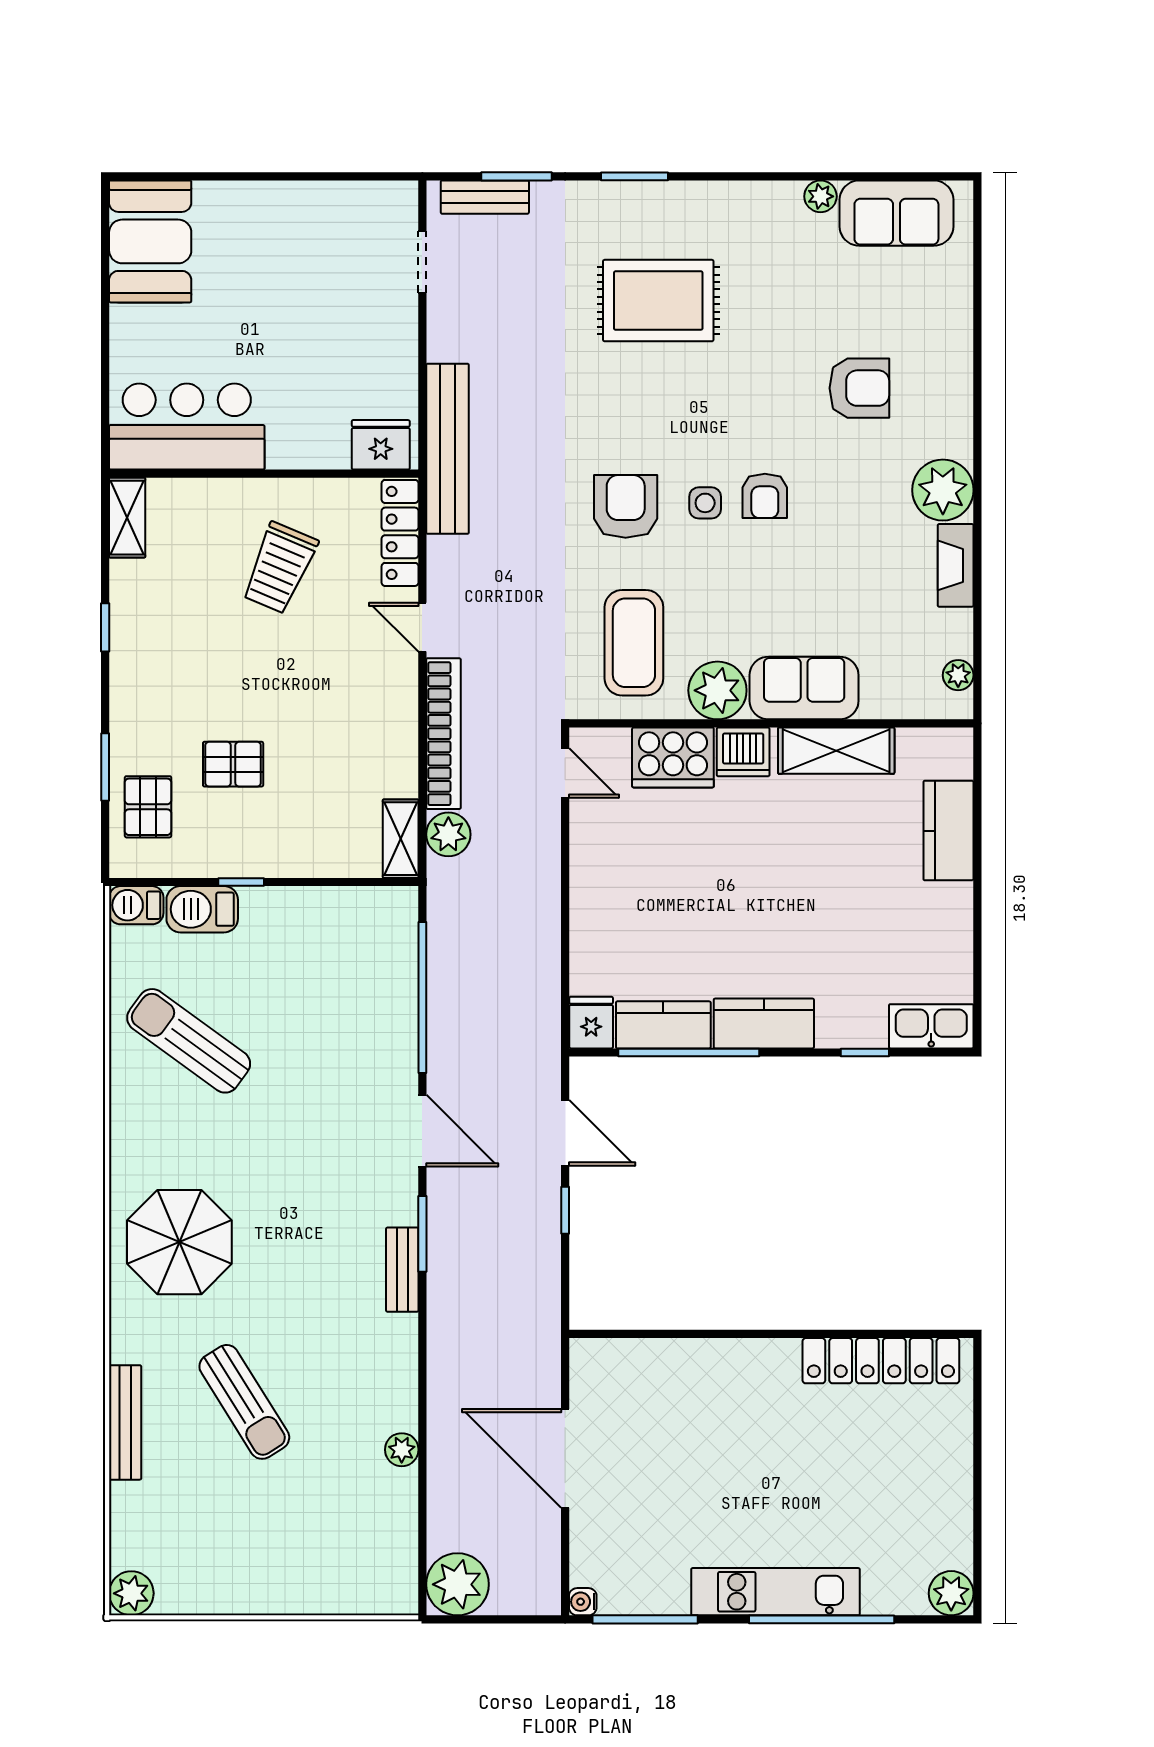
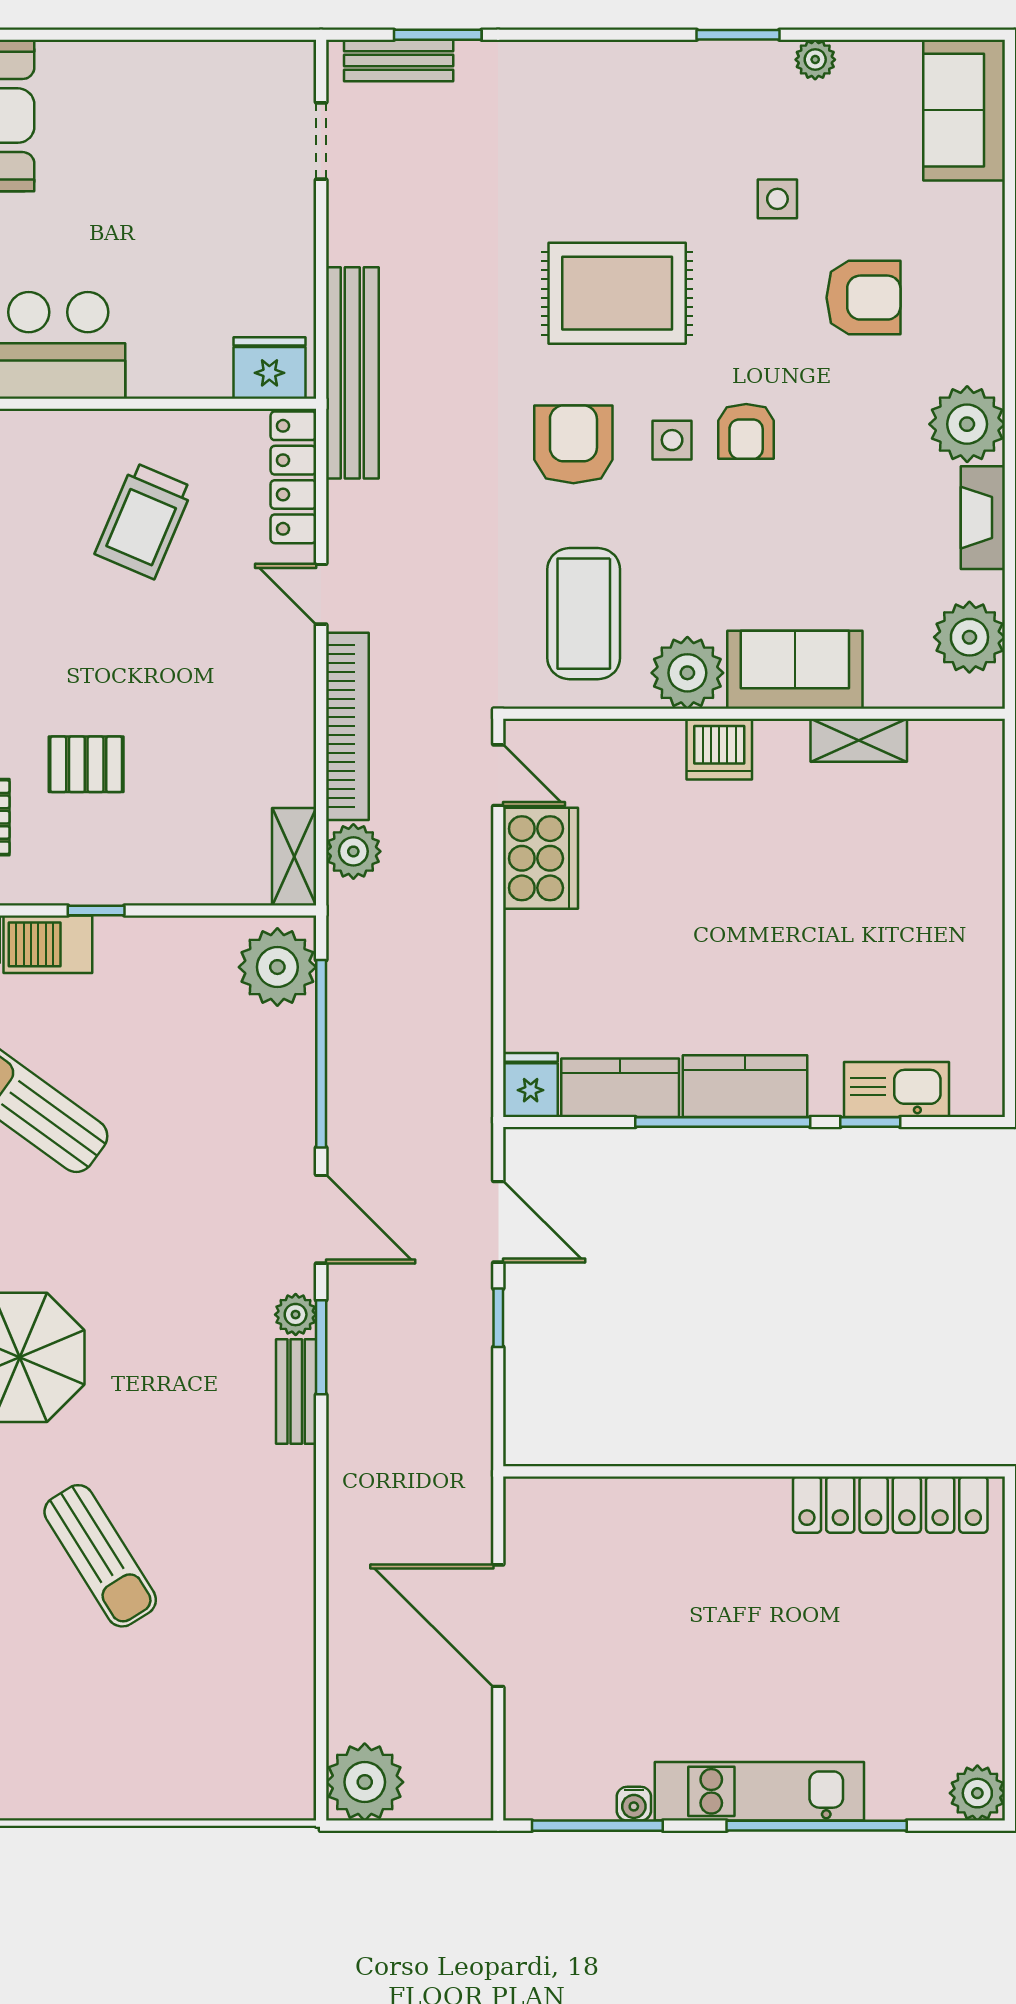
window: (635, 176) -> (738, 35), moved
sofa: (896, 213) -> (964, 110), moved, turned 90
rug: (658, 301) -> (617, 293), moved
side table: (790, 309) -> (777, 199), added
plant: (958, 675) -> (969, 637), width x1.88, depth x1.88
shelving: (836, 751) -> (859, 740), width x0.67, depth x0.75
cooker: (673, 757) -> (540, 858), moved, turned -90
kitchen counter: (948, 831) -> (974, 847), removed
plant: (387, 928) -> (277, 967), added
kitchen sink: (931, 1026) -> (896, 1090), moved
window: (689, 1052) -> (723, 1122), moved
plant: (402, 1450) -> (296, 1315), moved
water cooler: (583, 1602) -> (634, 1804), moved, turned -90

